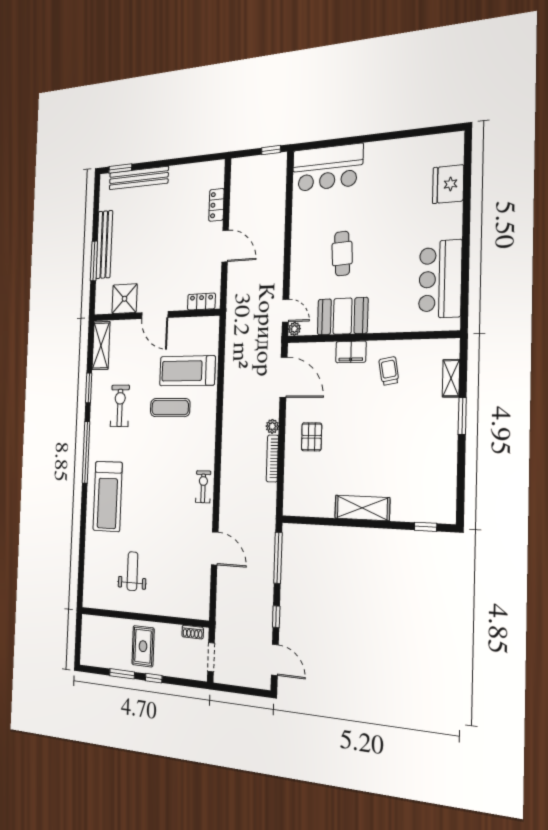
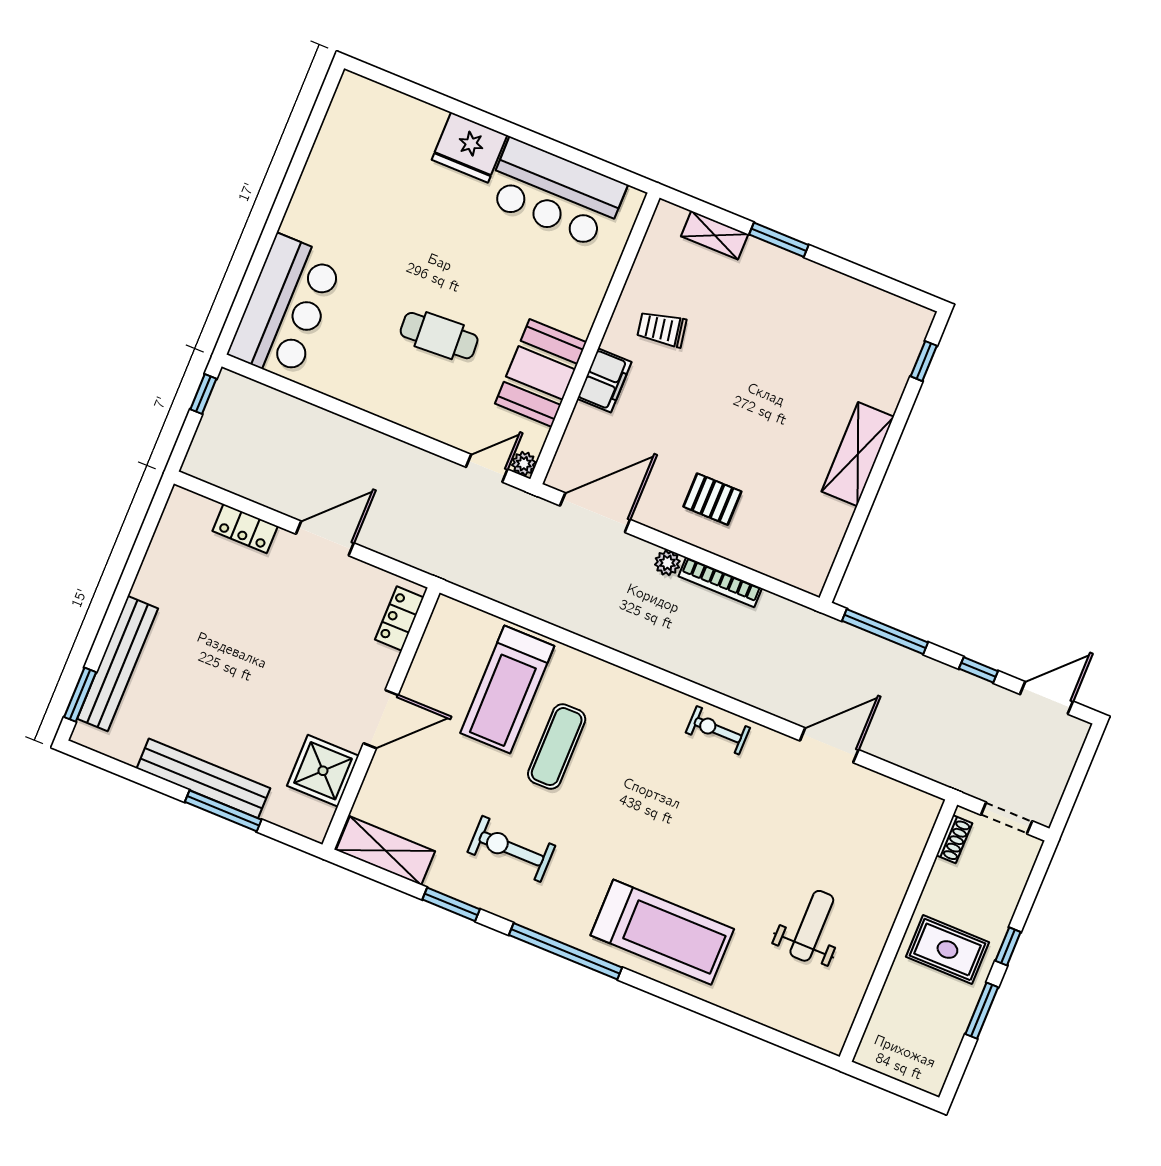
fridge: (448, 184) -> (469, 147), moved
weight bench: (132, 571) -> (812, 926), turned 90

